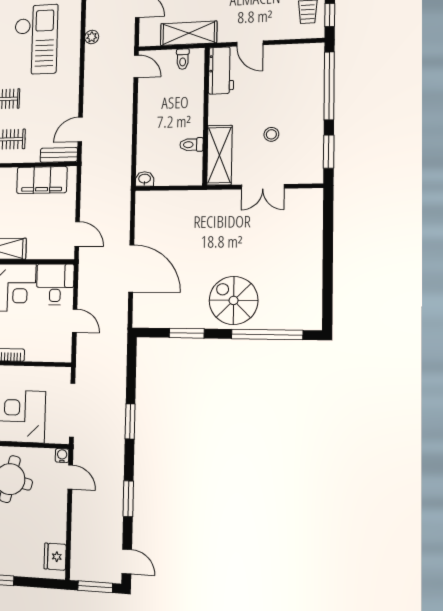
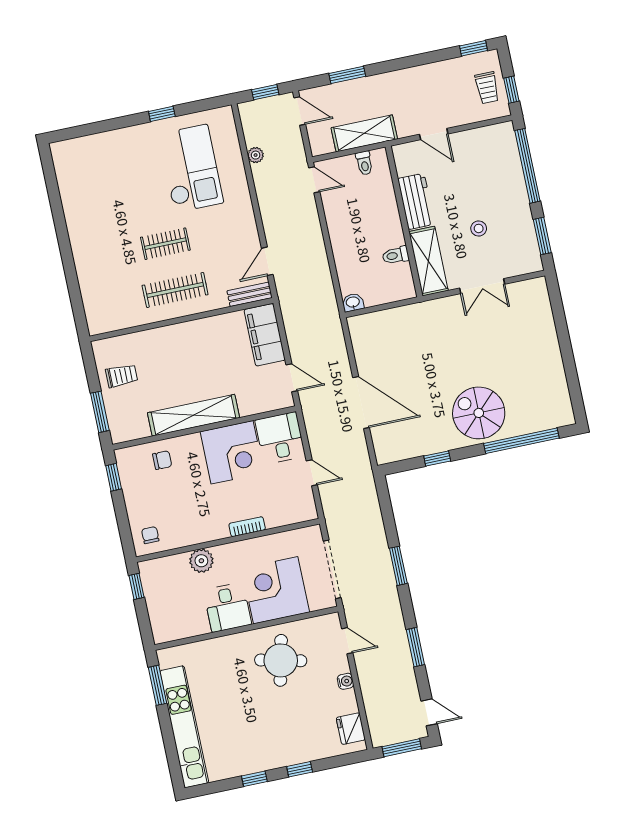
workbench: (221, 70) -> (416, 201), moved
filing cabinet: (42, 180) -> (265, 335), moved, turned 90
window: (187, 333) -> (437, 458), width x0.67
water cooler: (62, 455) -> (346, 681), moved, turned 90

